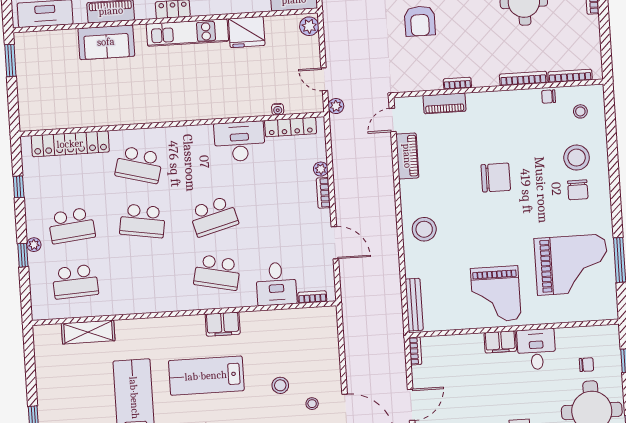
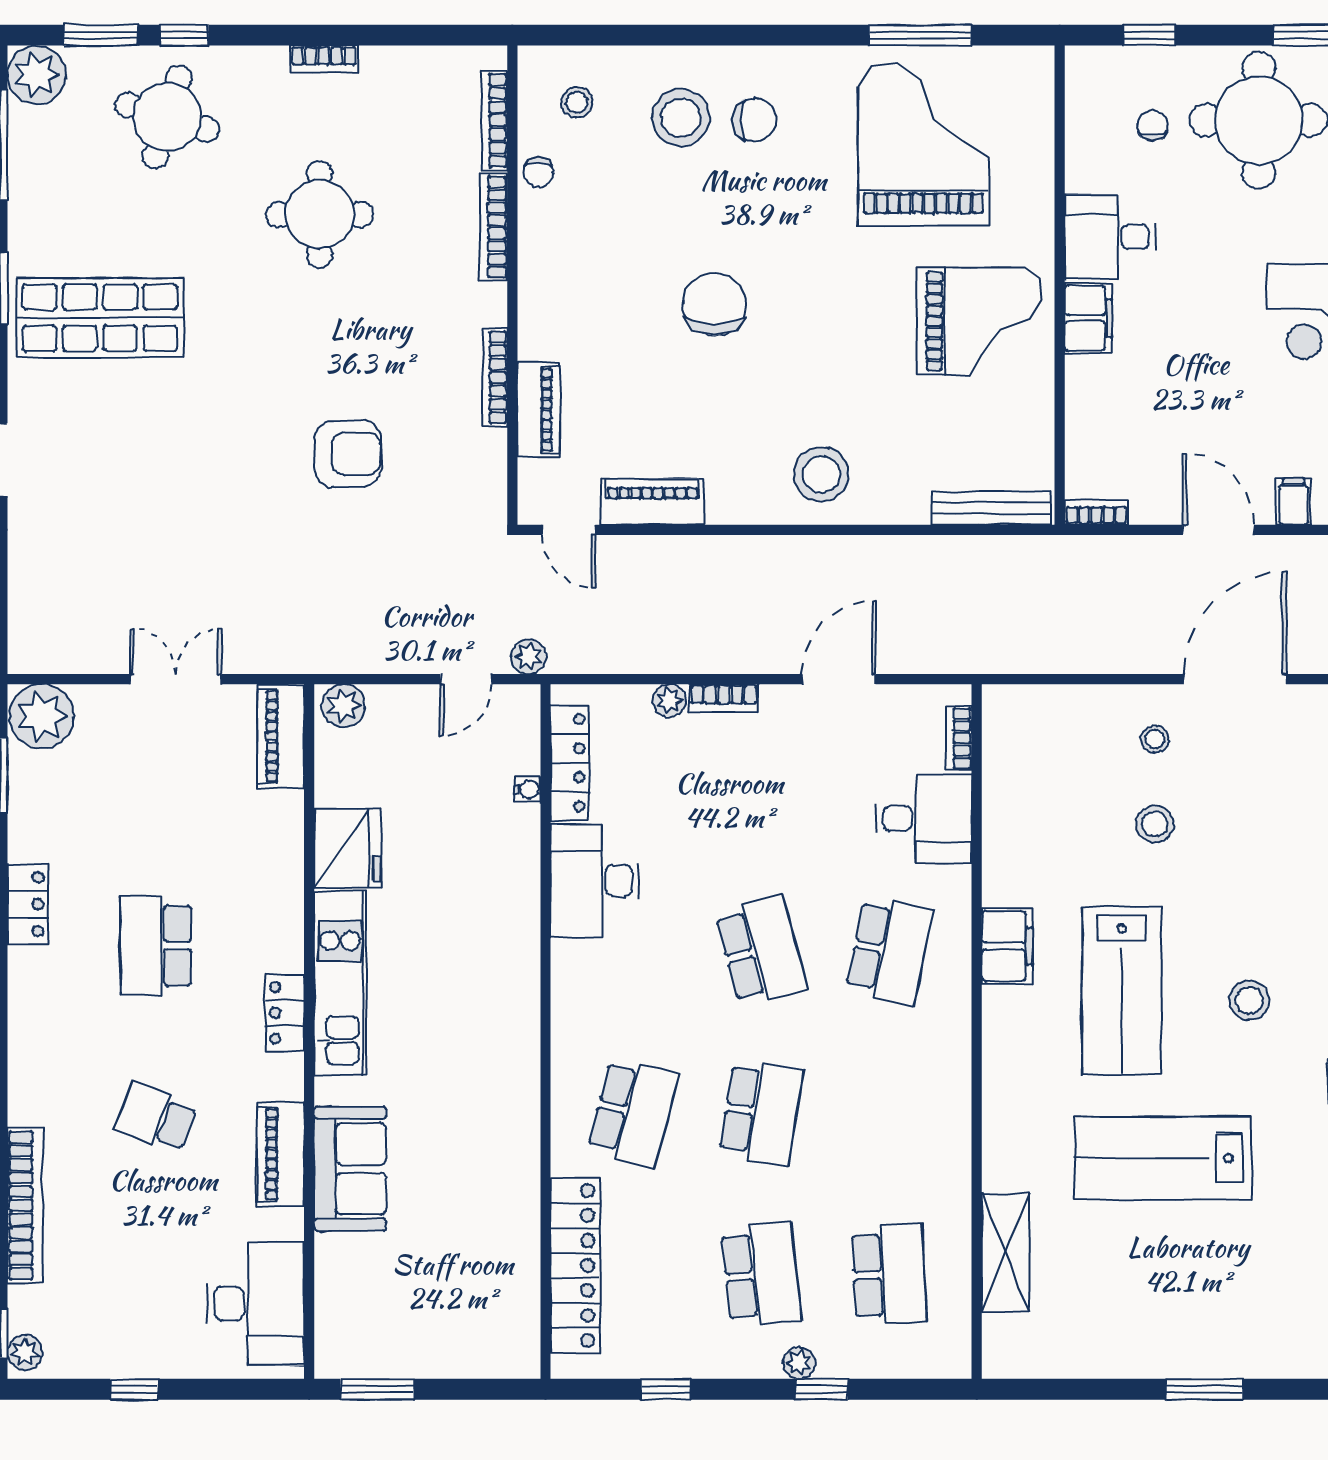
bookcase: (457, 83) -> (495, 378), width x1.56
stool: (312, 404) -> (1155, 739), moved

